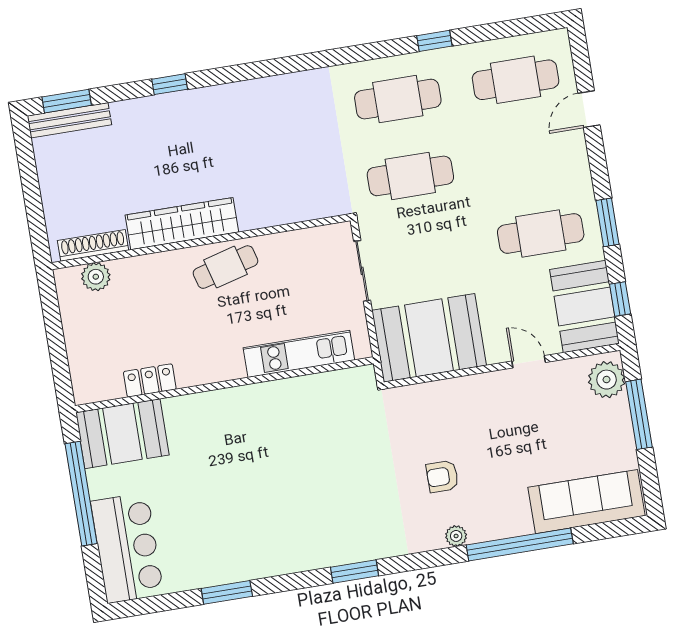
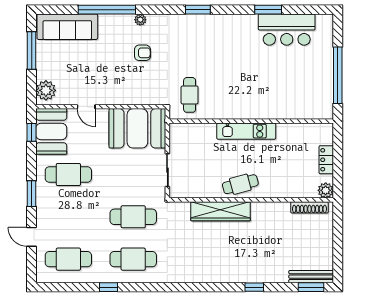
door: (589, 109) -> (32, 237), swing flipped
window: (608, 222) -> (32, 194), moved
wardrobe: (182, 224) -> (220, 211), moved
plant: (96, 277) -> (326, 190), moved
kitchen unit: (299, 354) -> (246, 131), moved
locker: (150, 380) -> (326, 160), moved, turned 90
cafe table: (344, 414) -> (190, 95), added
window: (639, 414) -> (32, 50), moved
booth: (122, 434) -> (310, 104), removed
bar counter: (127, 548) -> (287, 30), moved, turned -90

